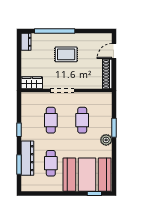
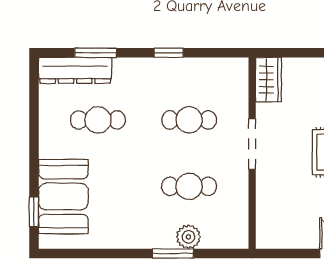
shoe rack: (107, 74) -> (287, 239), removed
plant: (106, 140) -> (188, 237), moved
dresser: (27, 158) -> (75, 70), moved
booth: (87, 175) -> (63, 197), width x0.73, depth x0.70

